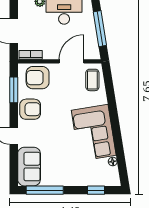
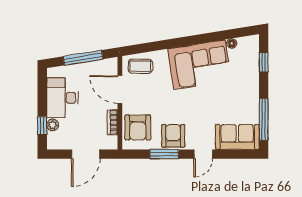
bookcase: (31, 55) -> (112, 122), moved
window: (14, 90) -> (164, 154), moved

